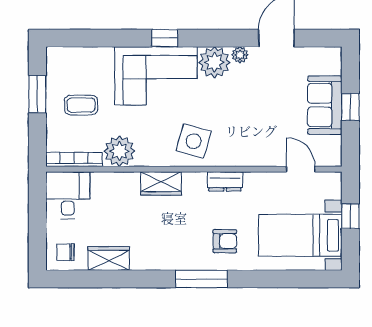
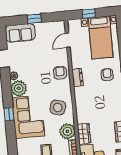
sofa: (325, 105) -> (20, 33), moved
side table: (194, 141) -> (58, 107), moved
armchair: (238, 148) -> (60, 73), added
wardrobe: (161, 183) -> (84, 134), moved

